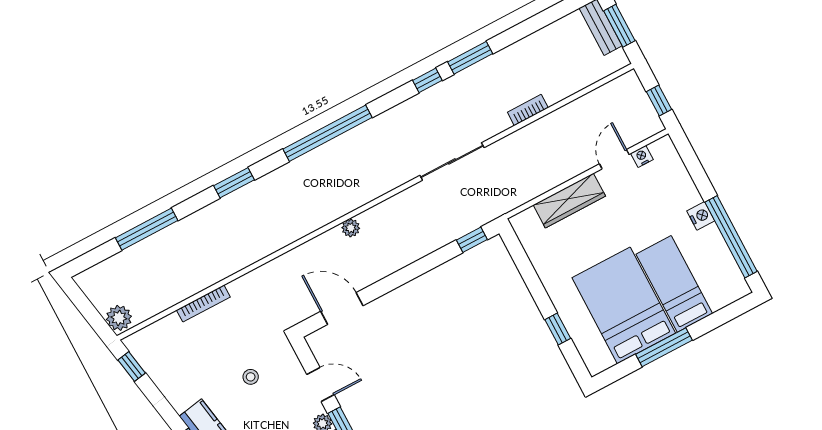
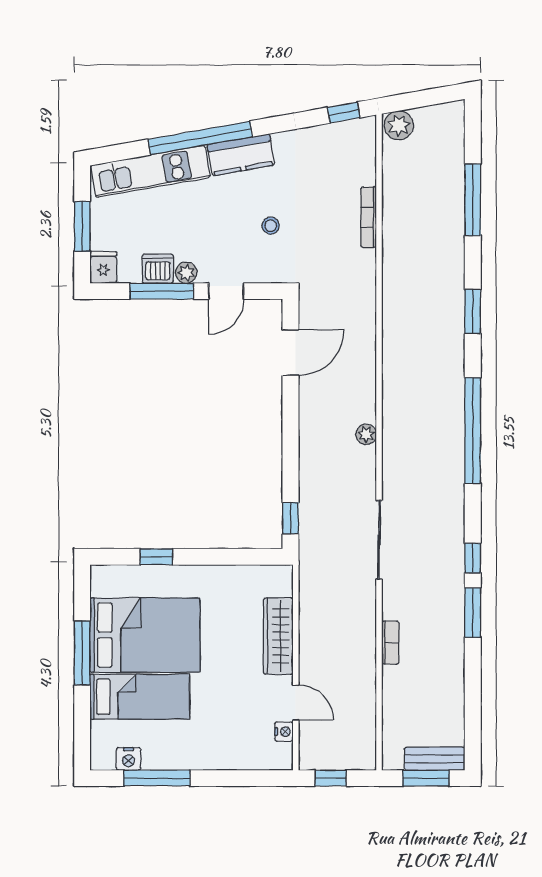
nightstand: (701, 216) -> (129, 759), moved
plant: (351, 228) -> (366, 434), moved
window: (731, 237) -> (157, 778), width x0.68

